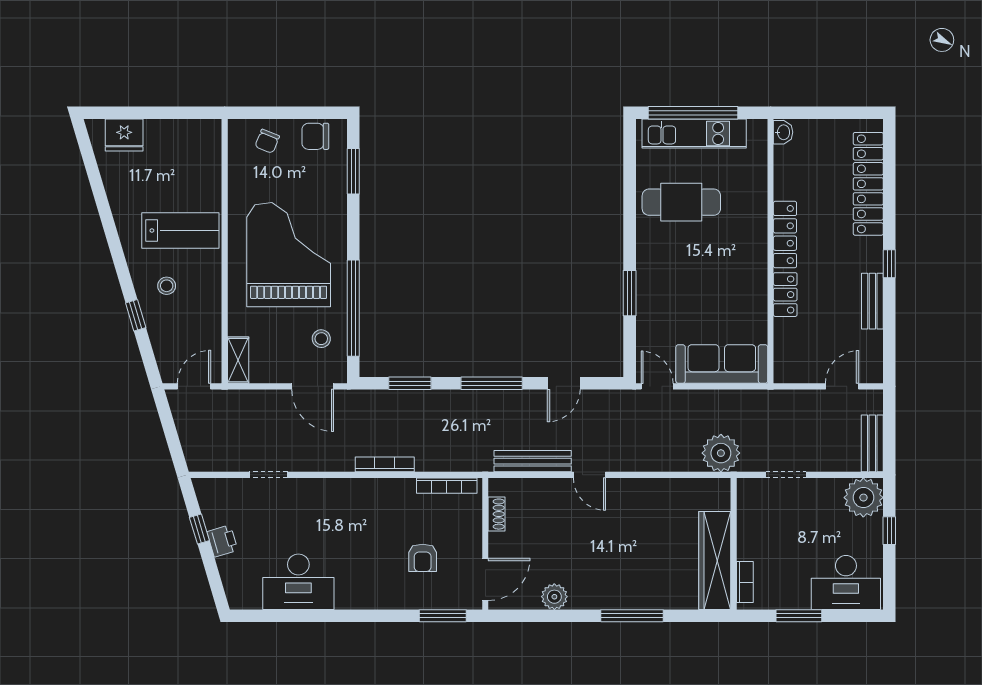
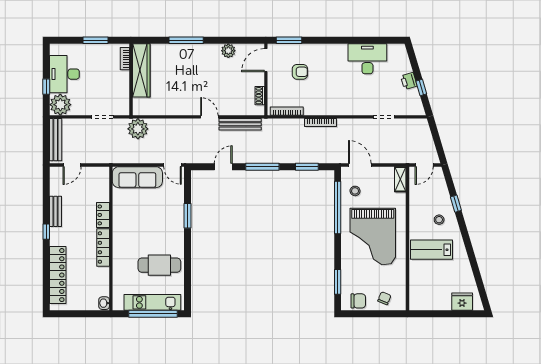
bench: (872, 443) -> (56, 140), width x1.36
armchair: (423, 558) -> (300, 72), turned 90
desk: (846, 583) -> (64, 74), moved, turned -90

